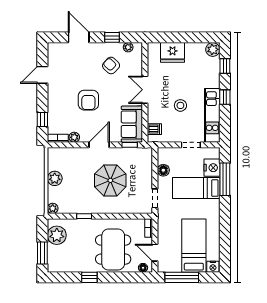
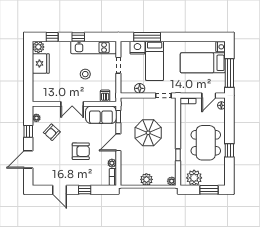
fridge: (173, 52) -> (41, 63), moved
window: (42, 119) -> (85, 190), moved
door: (99, 145) -> (118, 142), hinge flipped
dining table: (113, 250) -> (206, 143), moved, turned 90

